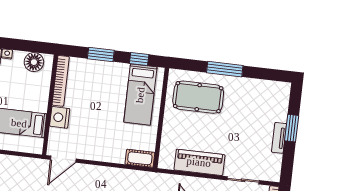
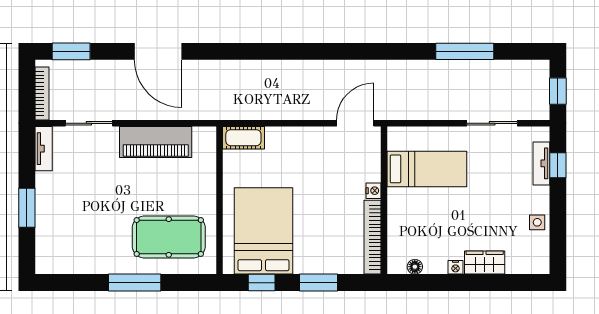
floor lamp: (34, 62) -> (415, 267), width x0.53, depth x0.53
bed: (140, 95) -> (263, 231), width x1.50
nightstand: (60, 117) -> (373, 191), width x0.53, depth x0.56
tv unit: (279, 138) -> (44, 149), moved

